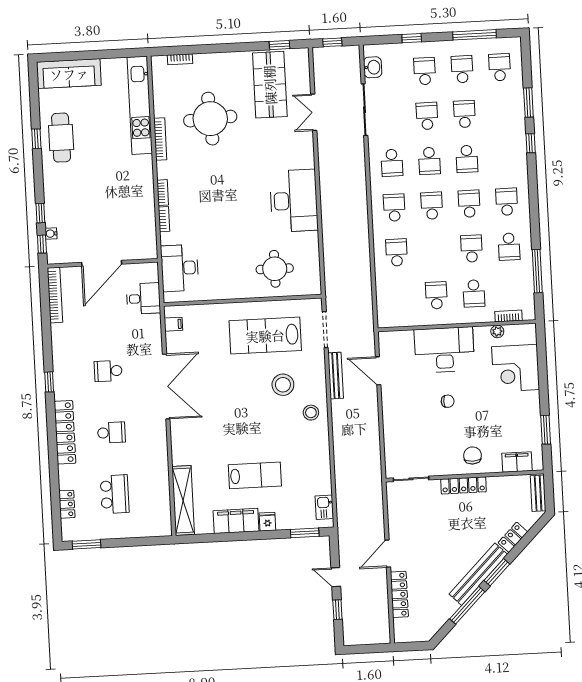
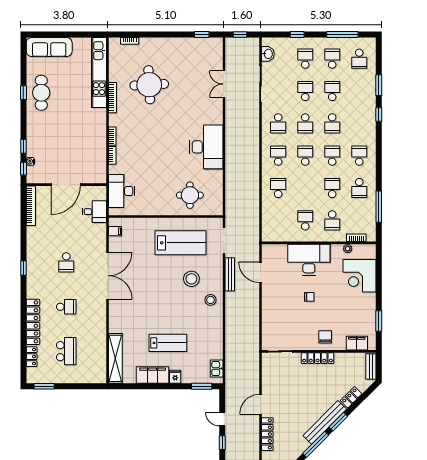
school desk: (500, 67) -> (359, 59), turned 180
shop shelf: (270, 85) -> (193, 63), removed
lab bench: (265, 336) -> (181, 243), turned 180
school desk: (108, 371) -> (66, 262), turned -90
locker: (65, 432) -> (33, 322), moved

